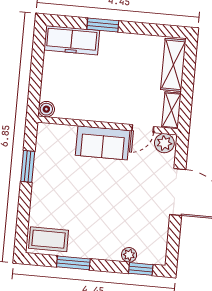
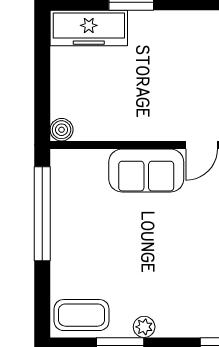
window: (28, 166) -> (42, 214), width x2.11
plant: (129, 255) -> (144, 327), moved

